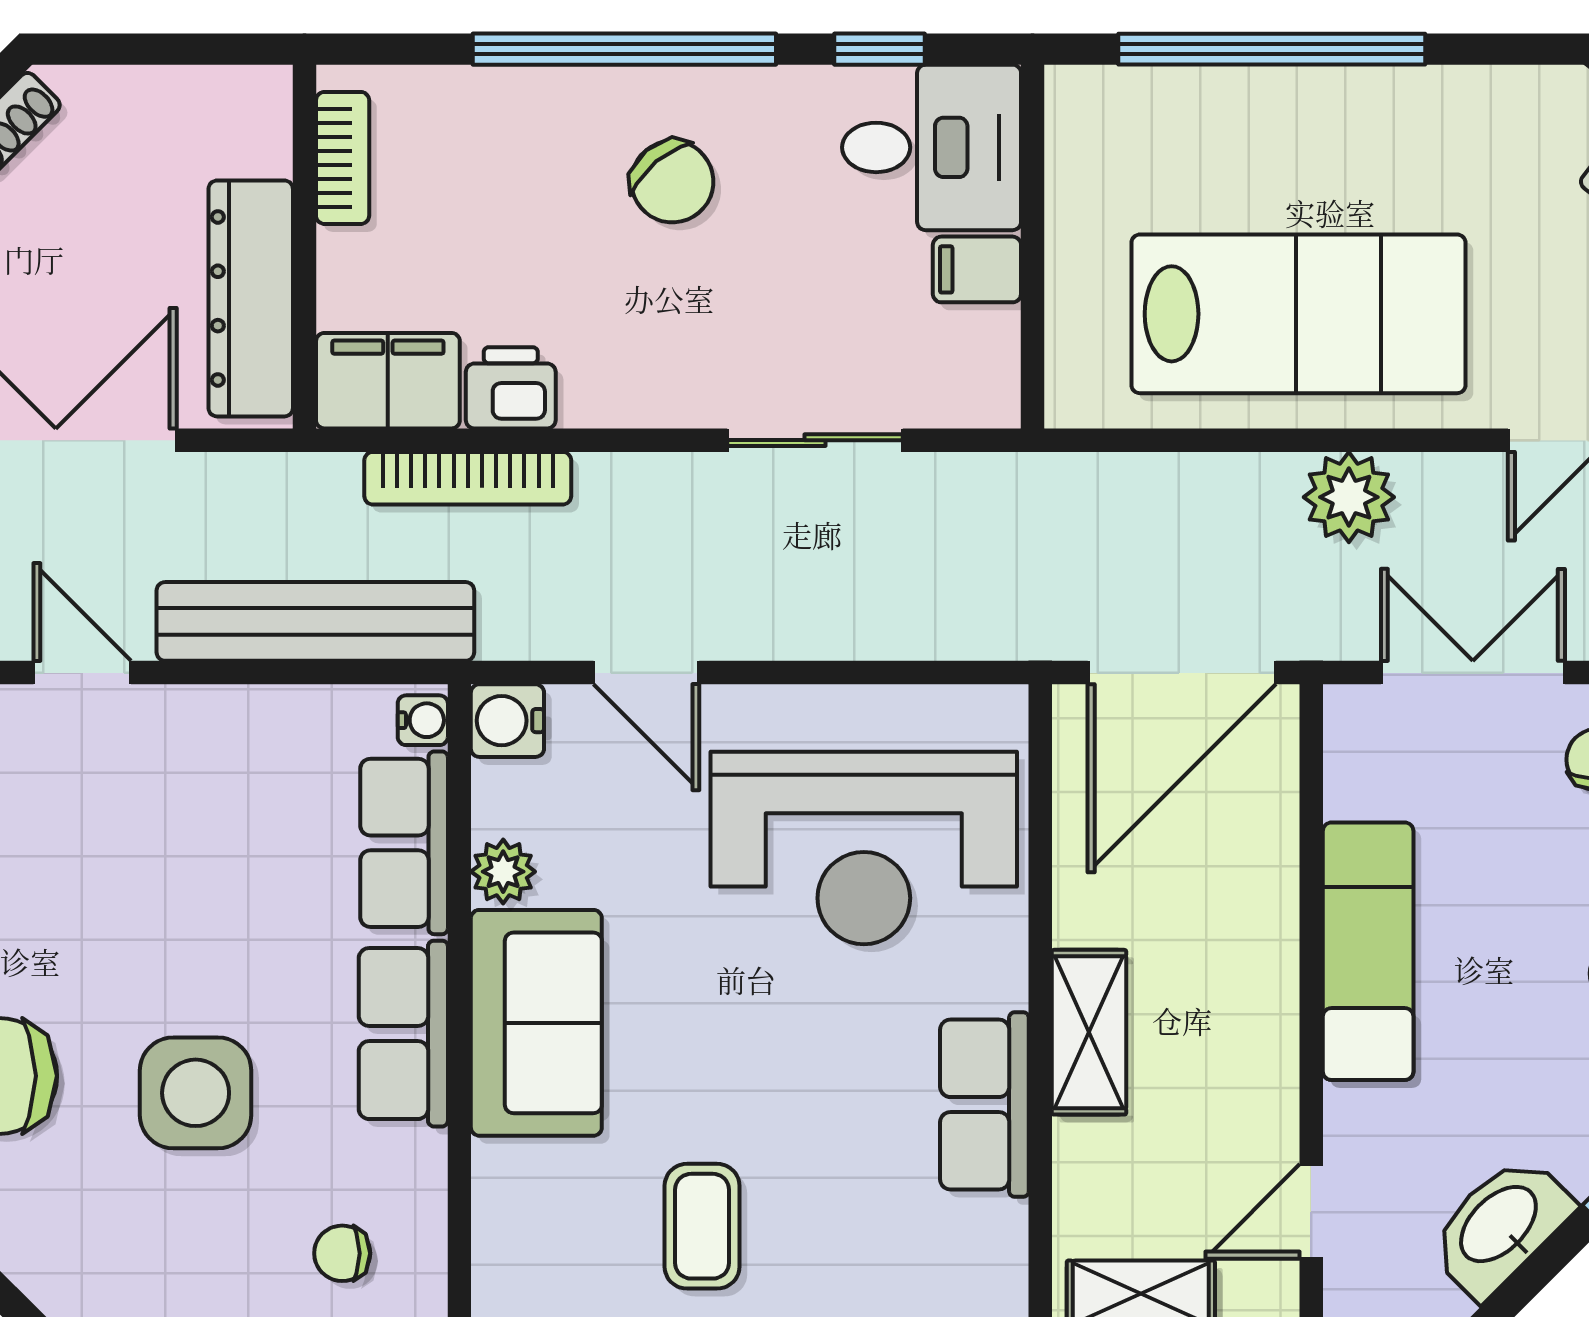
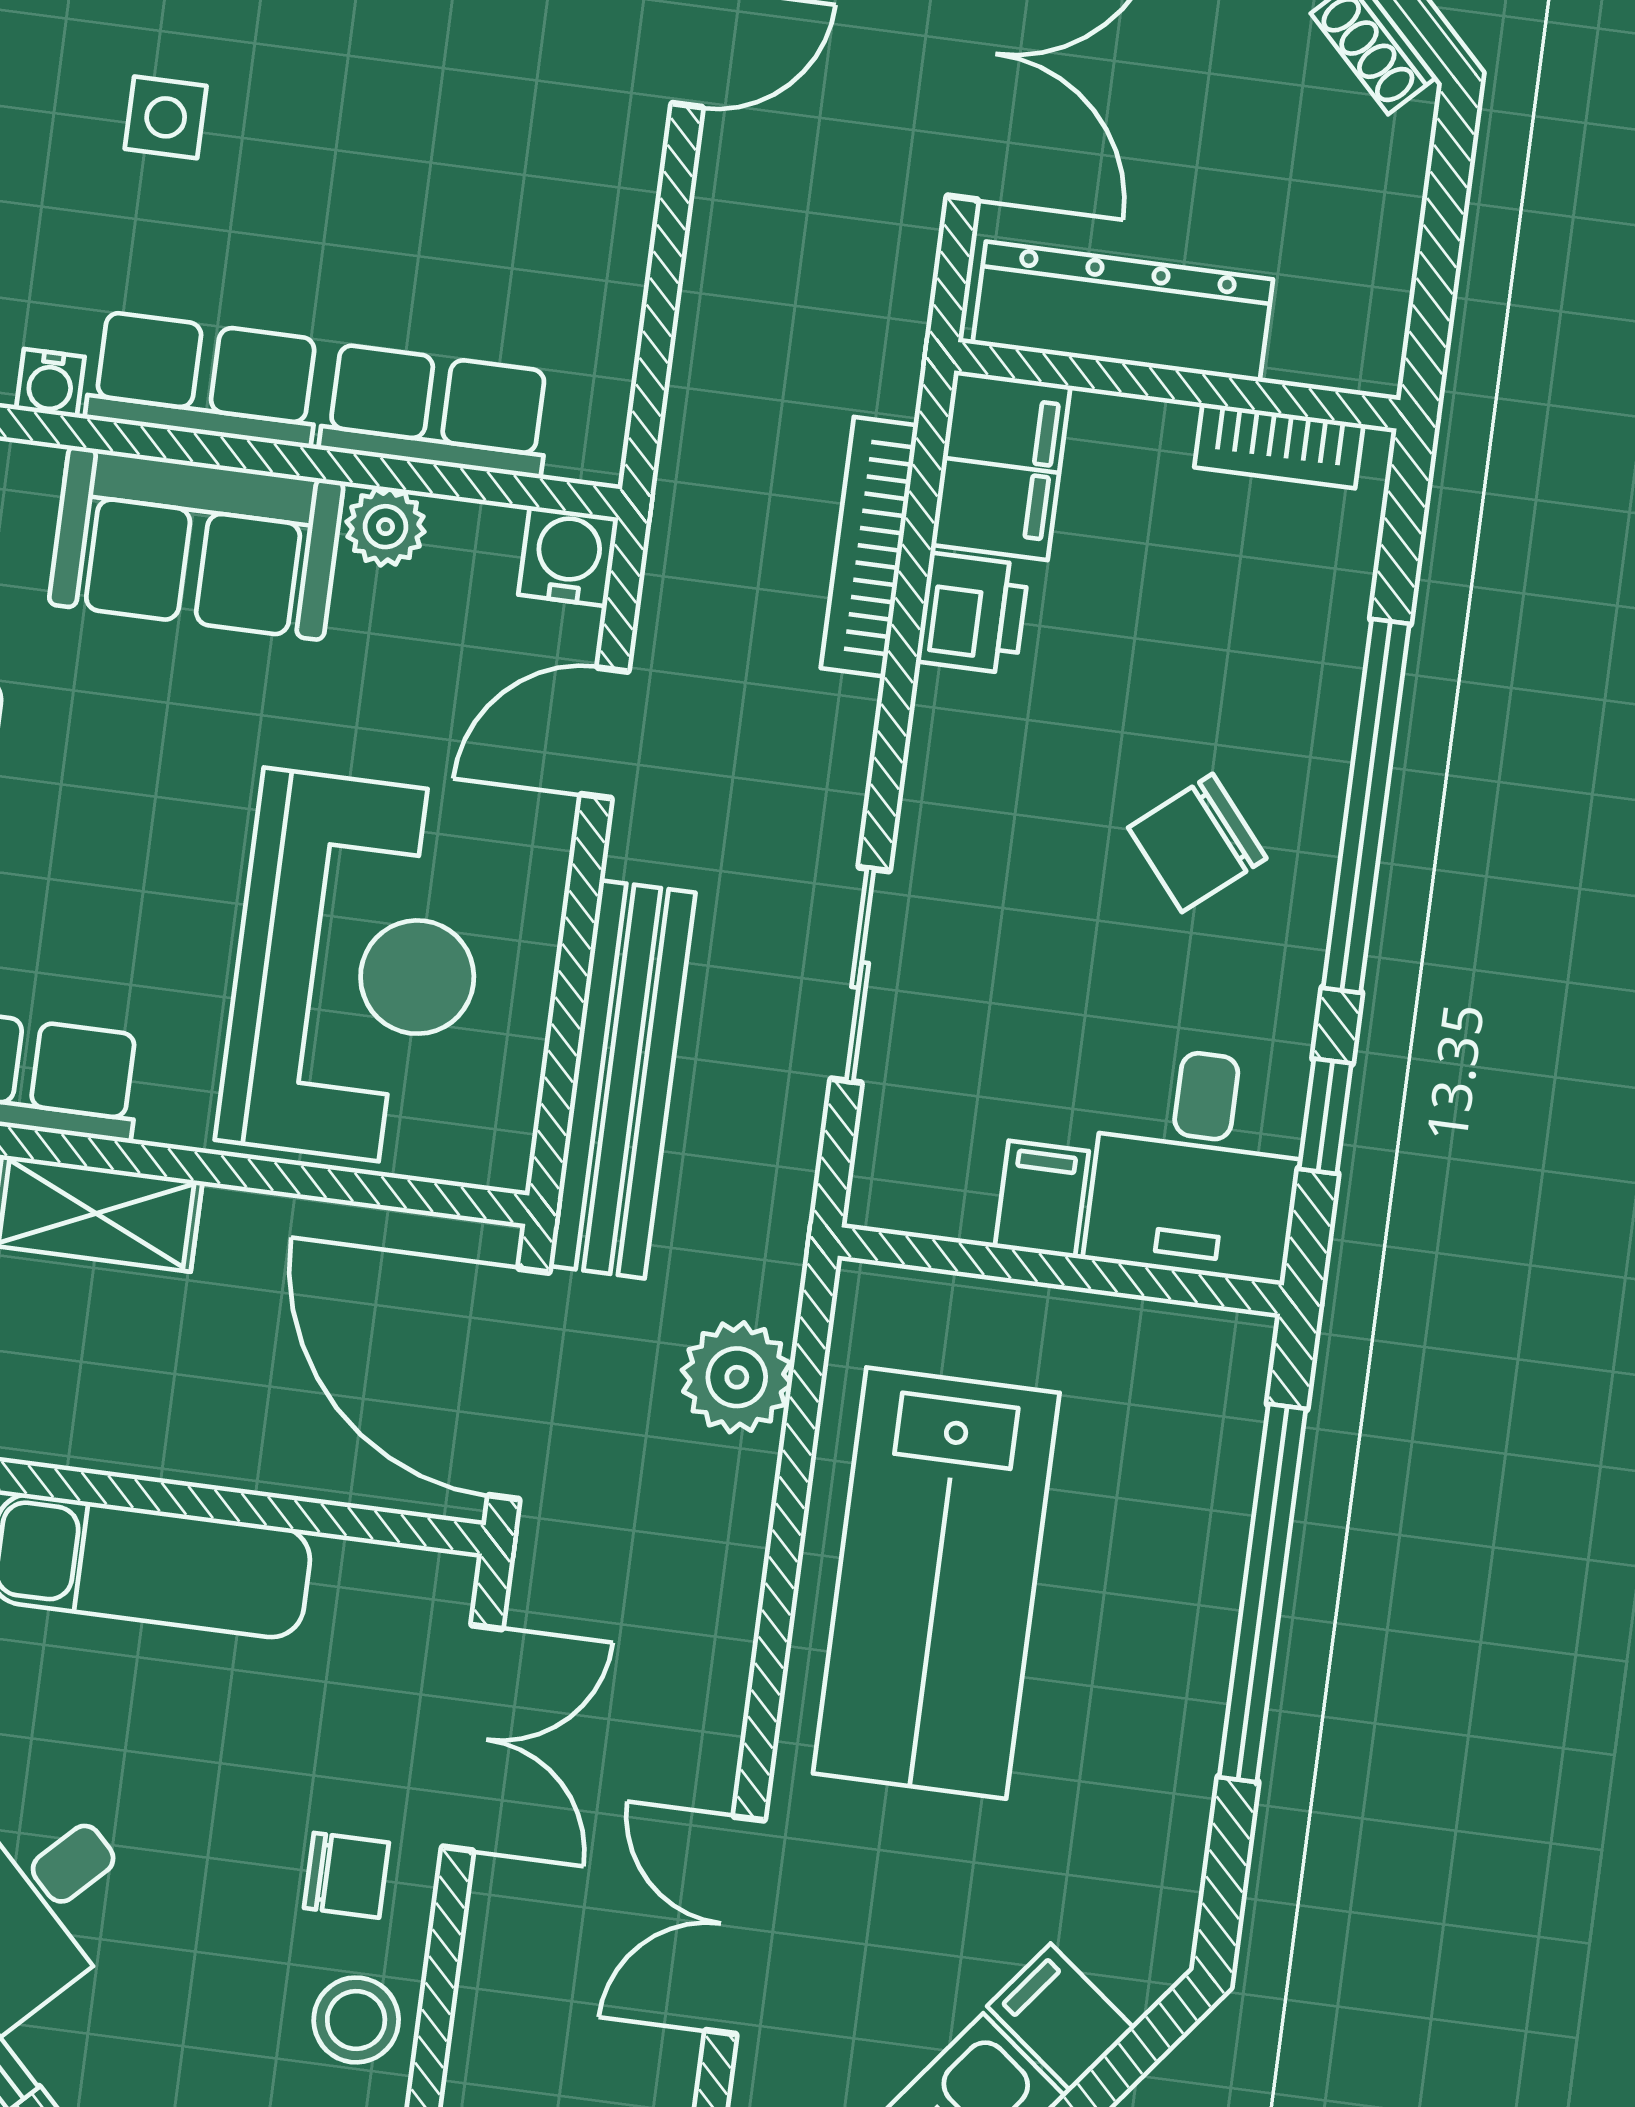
plant: (1349, 497) -> (737, 1377), moved
bench: (315, 621) -> (622, 1079), moved
water cooler: (423, 720) -> (50, 383), moved
reception desk: (864, 848) -> (356, 969), turned 180
side table: (196, 1093) -> (166, 117), width x0.54, depth x0.54

